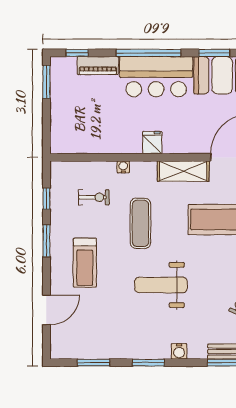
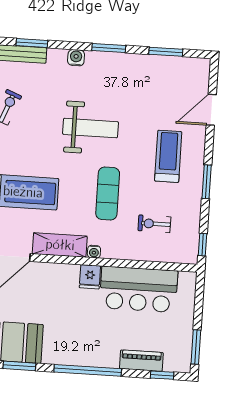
bar counter: (156, 77) -> (139, 289), moved, turned 180
water cooler: (123, 167) -> (94, 252), moved
window: (46, 199) -> (203, 245), moved

